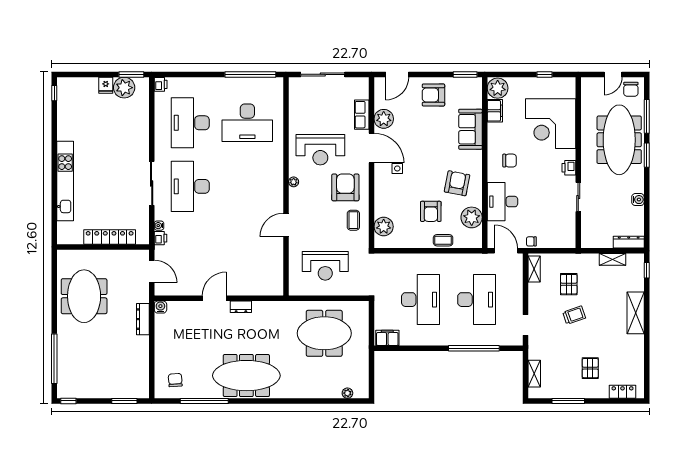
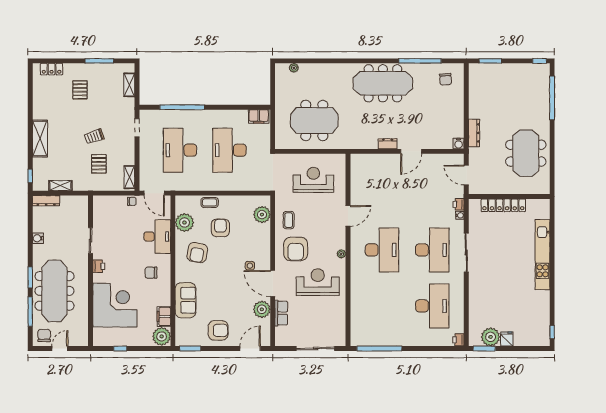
desk: (247, 123) -> (382, 250), moved, turned 90

